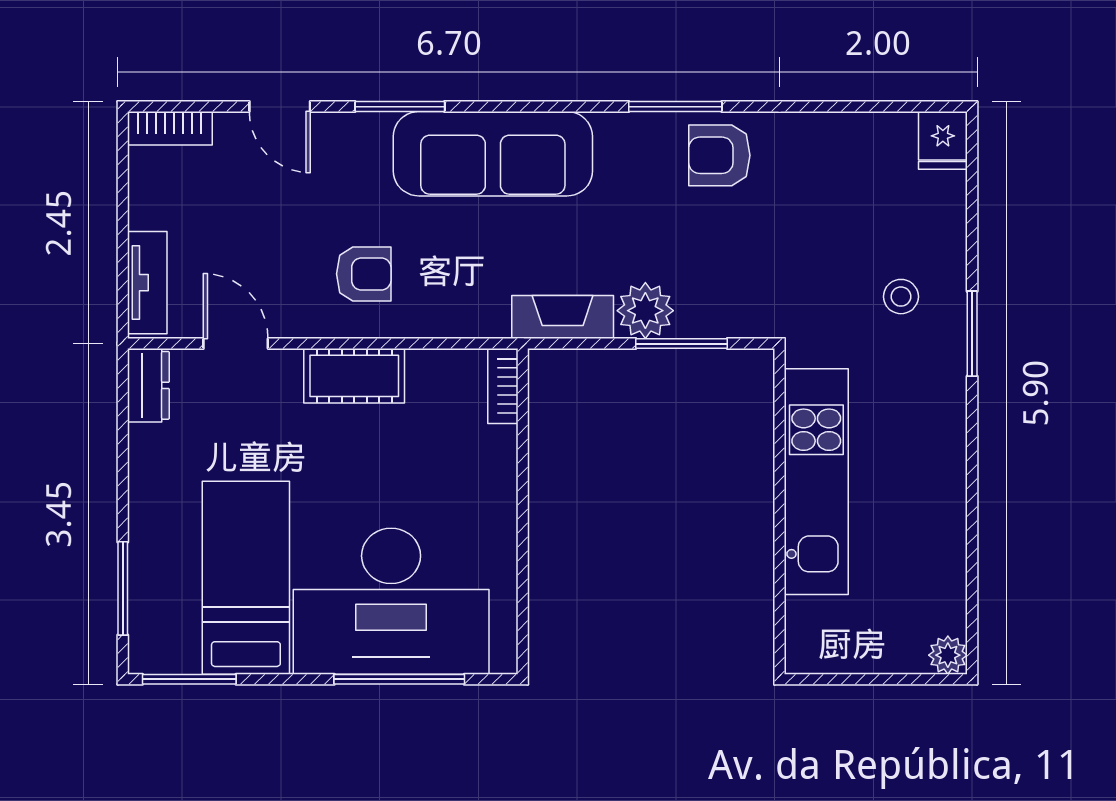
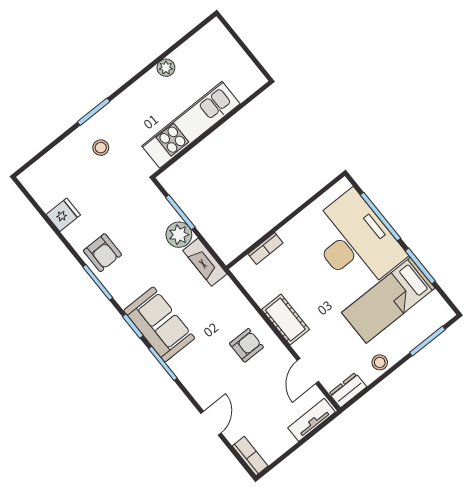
window: (400, 107) -> (163, 363), moved
window: (552, 107) -> (133, 326), added
fridge: (943, 140) -> (63, 215), moved
sofa: (493, 154) -> (159, 324), width x0.73
armchair: (364, 274) -> (246, 345), turned 90
bookcase: (503, 386) -> (266, 248), moved
stool: (152, 478) -> (380, 362), added
plant: (948, 655) -> (166, 68), moved
window: (189, 679) -> (420, 266), moved

